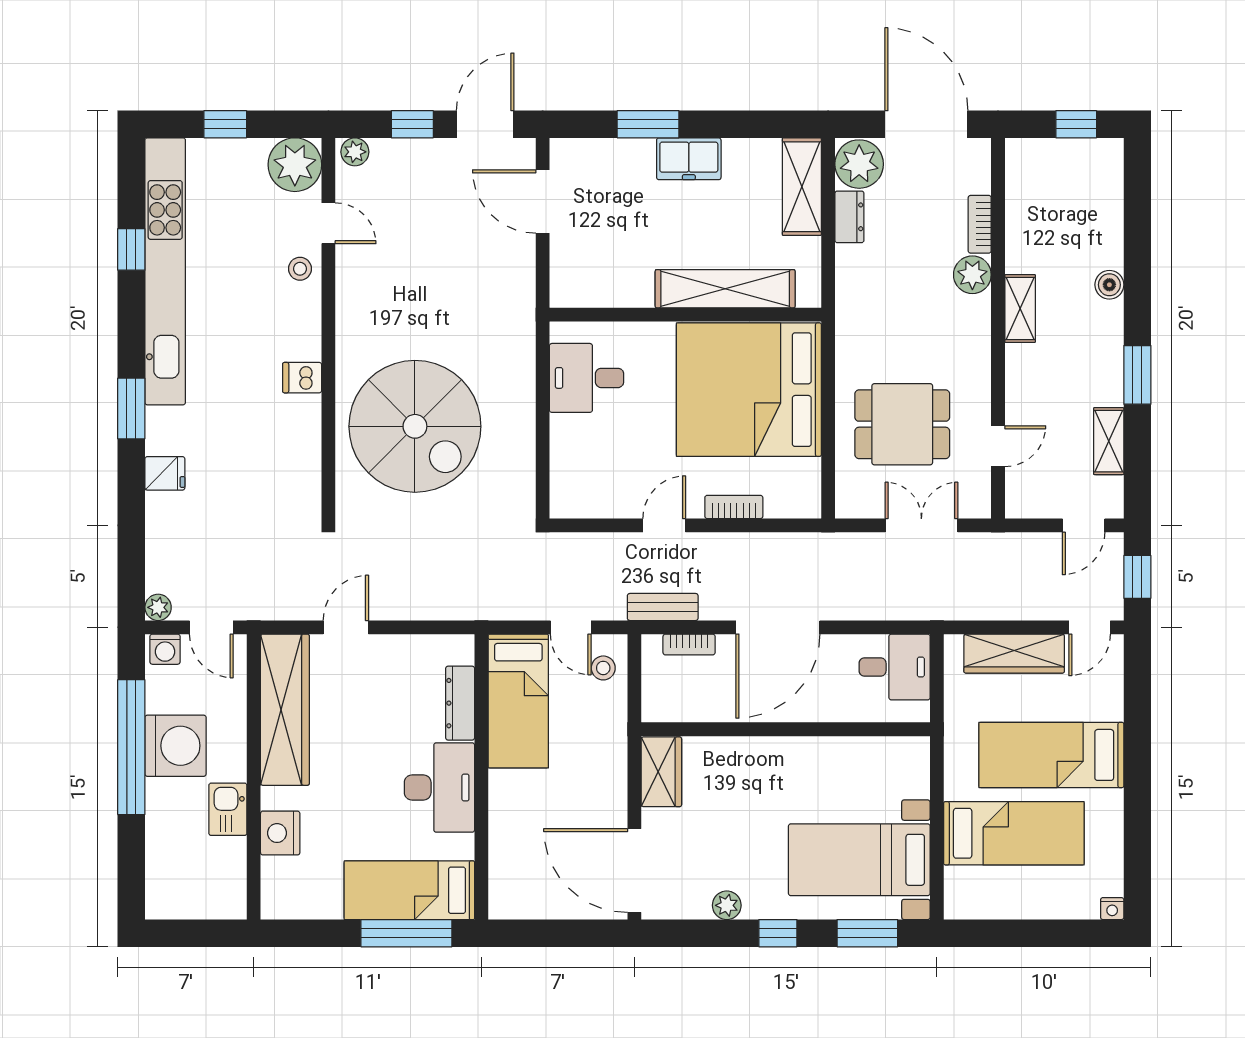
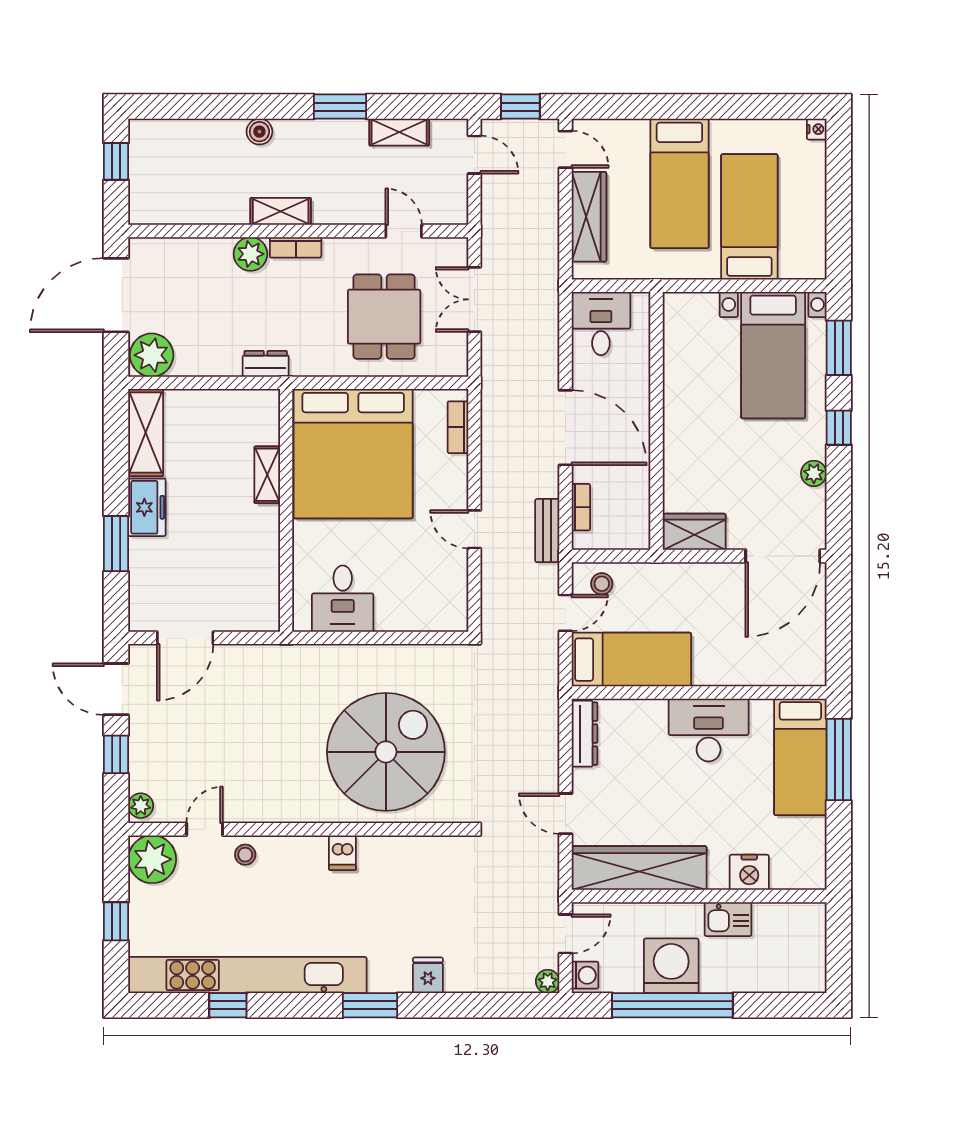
shelving: (802, 187) -> (146, 433), moved, turned 90
dresser: (849, 217) -> (266, 364), moved
bookcase: (980, 224) -> (296, 247), moved
shelving: (725, 289) -> (267, 475), width x0.45, depth x0.75
bookcase: (734, 507) -> (458, 427), moved
dresser: (460, 703) -> (584, 734), moved, turned -90

